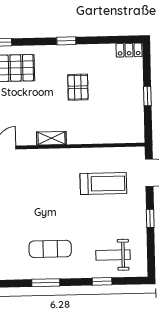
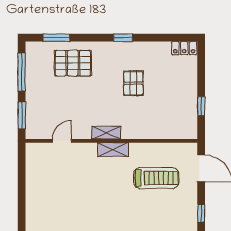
window: (147, 96) -> (201, 106), moved
shelving: (59, 155) -> (113, 150), added

